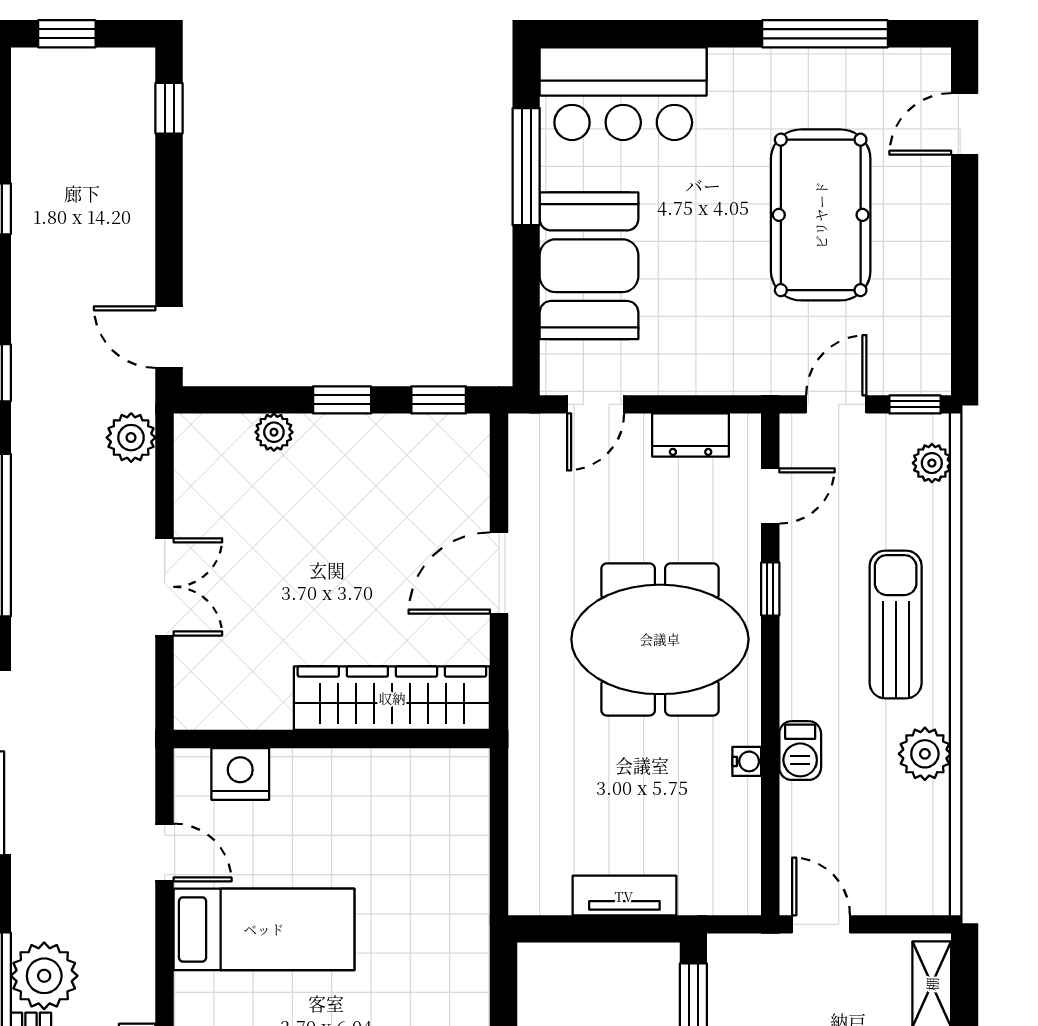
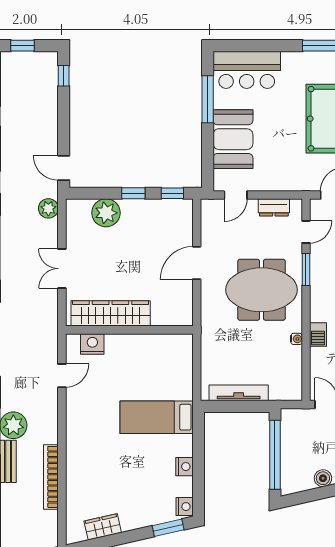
plant: (274, 432) -> (106, 213), width x1.87, depth x1.87
double door: (165, 587) -> (62, 269), swing flipped
window: (770, 589) -> (306, 269), width x1.50
wardrobe: (392, 698) -> (111, 313), moved
door: (165, 853) -> (62, 376), hinge flipped
tv unit: (624, 896) -> (239, 393), width x1.41
bed: (264, 929) -> (157, 417), moved, turned 180

